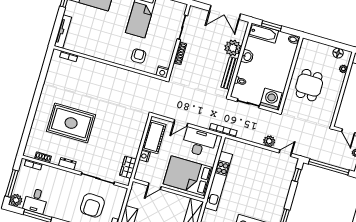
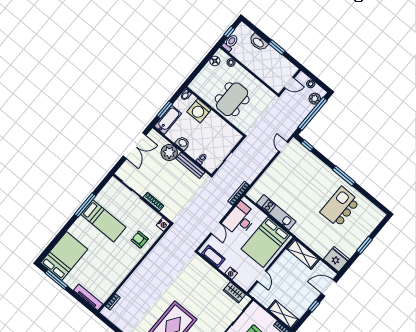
dining table: (309, 85) -> (232, 99), width x1.38
washing machine: (271, 99) -> (199, 111), moved, turned -90
cot: (154, 137) -> (213, 256), width x0.73, depth x0.75
plant: (269, 141) -> (315, 99), moved
kitchen unit: (219, 181) -> (276, 212), width x0.73

